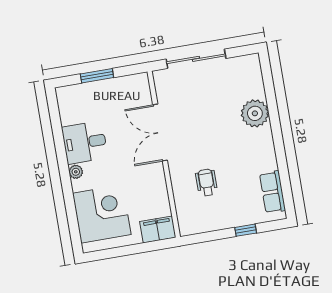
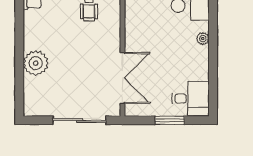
double door: (160, 133) -> (122, 78), moved
desk: (85, 142) -> (191, 99), moved

